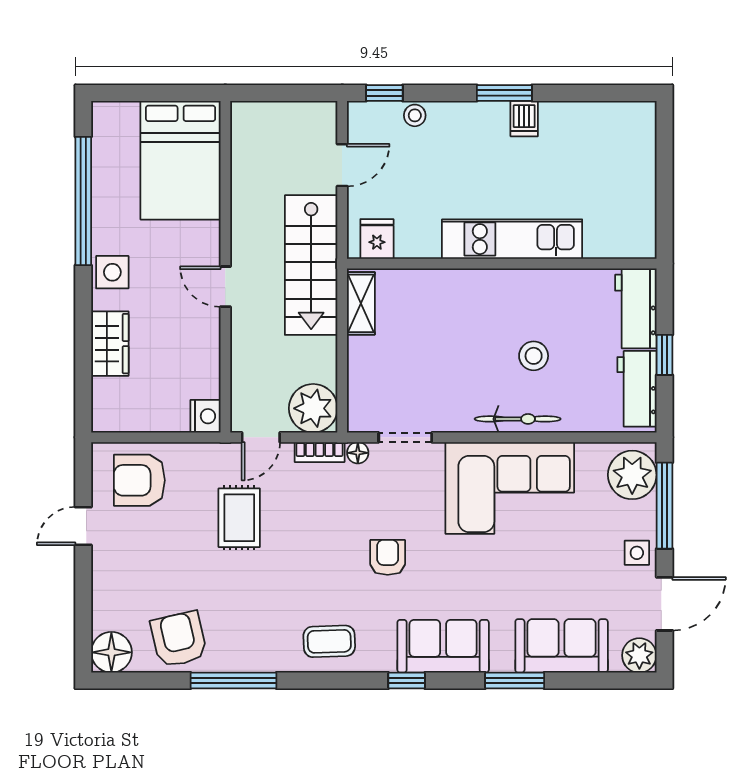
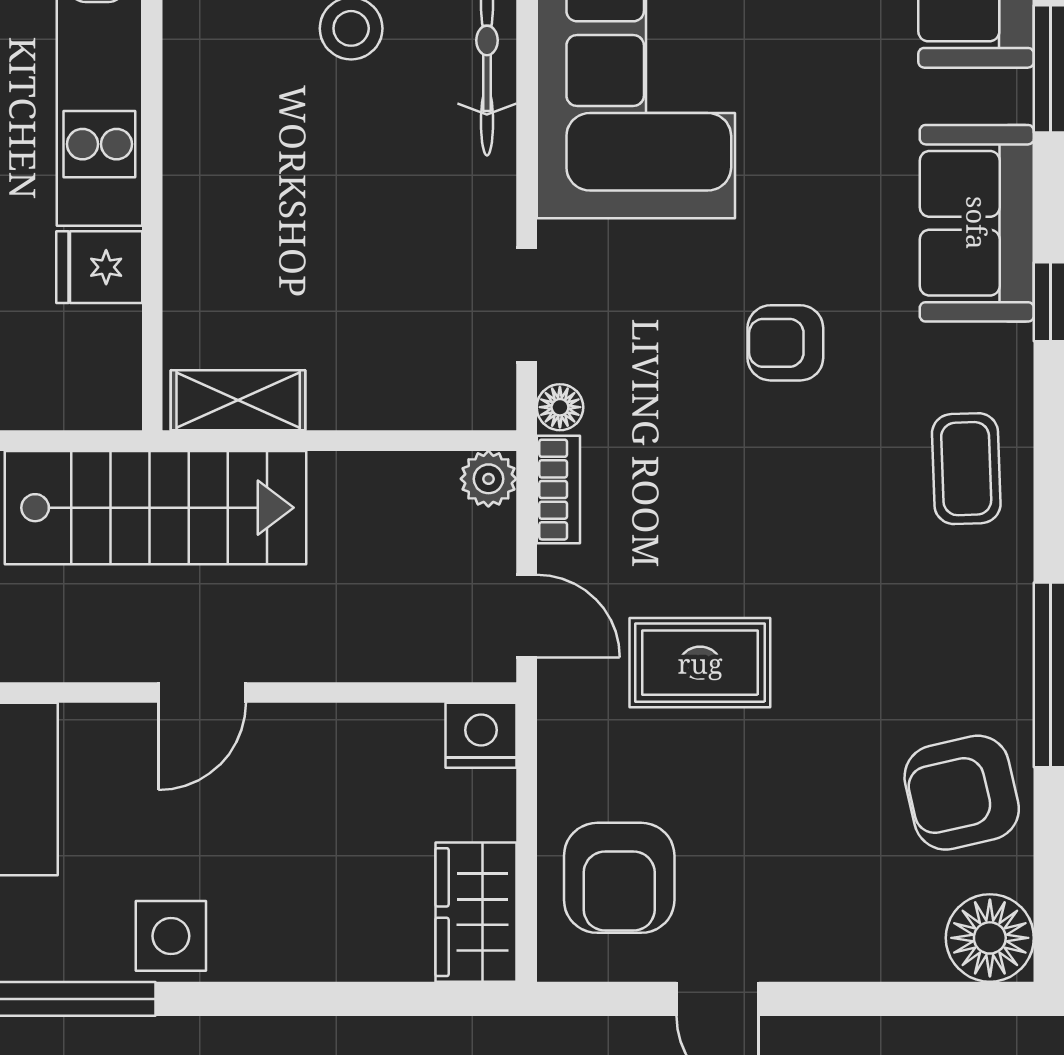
fridge: (377, 239) -> (99, 267), moved
wardrobe: (110, 344) -> (476, 912), moved, turned -90
plant: (313, 408) -> (488, 479), width x0.53, depth x0.53

